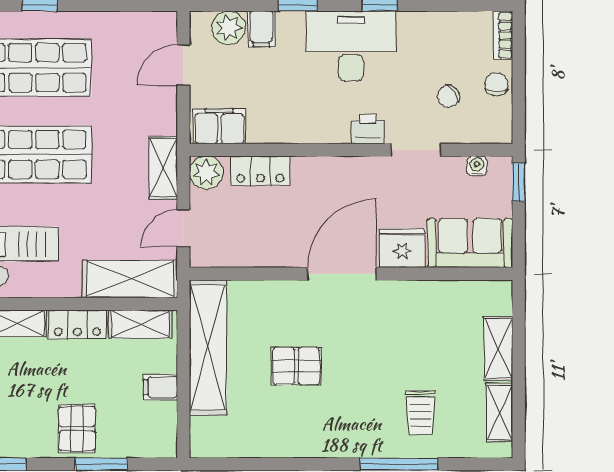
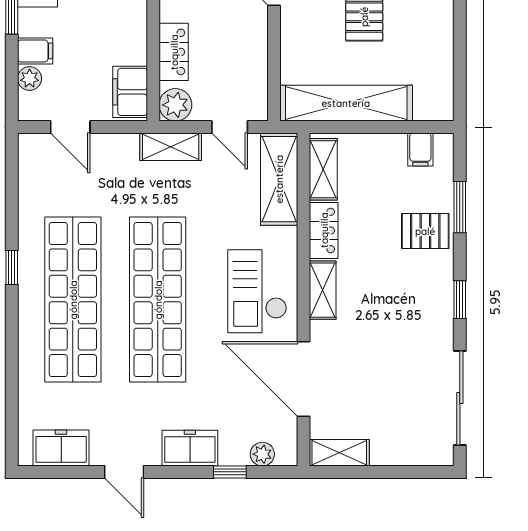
plant: (229, 28) -> (30, 78), width x0.73, depth x0.73
filing cabinet: (160, 387) -> (420, 149), moved

